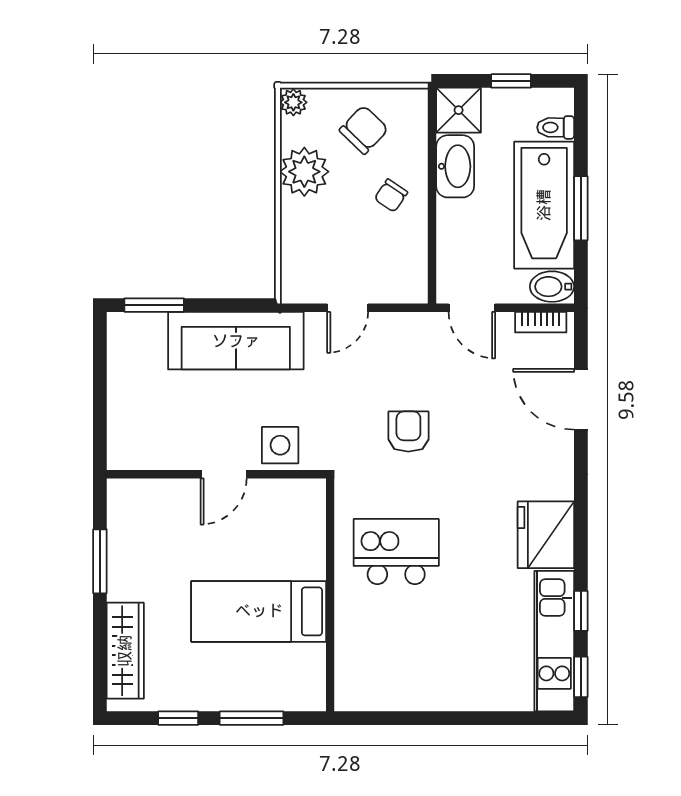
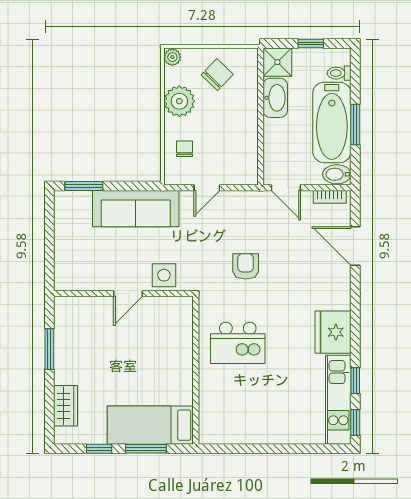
chair: (391, 196) -> (184, 149), moved, turned 146
kitchen island: (396, 552) -> (238, 343), turned 180
bed: (259, 611) -> (150, 425), moved
wardrobe: (125, 651) -> (65, 406), width x0.67

